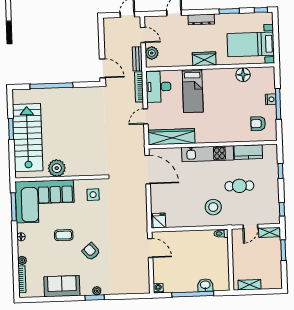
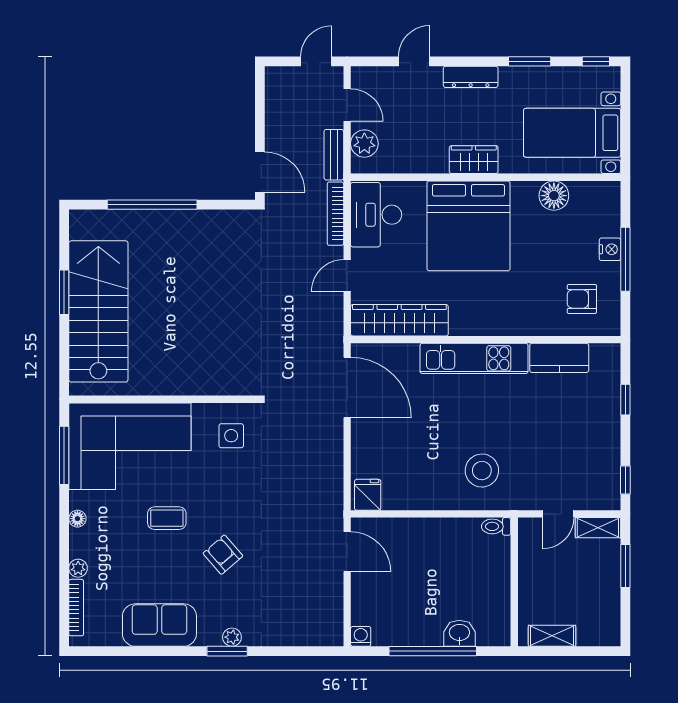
bed: (193, 91) -> (468, 226), width x2.04
plant: (57, 168) -> (157, 377), removed
cafe table: (239, 186) -> (538, 428), removed

